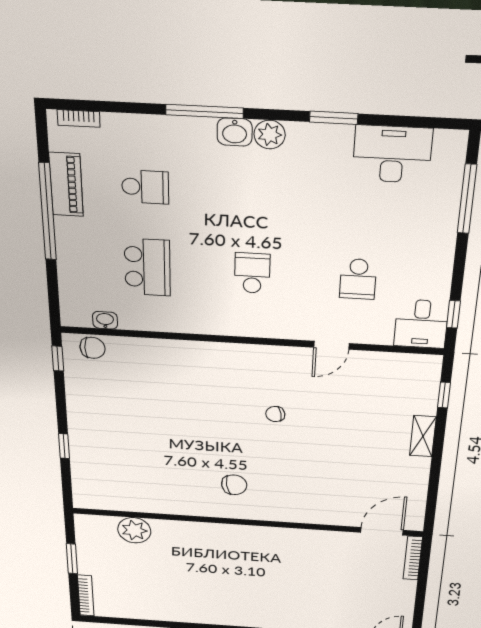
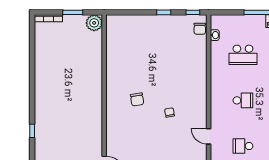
window: (64, 446) -> (164, 12), moved
chair: (234, 485) -> (137, 99), moved
plant: (134, 530) -> (94, 23), moved

